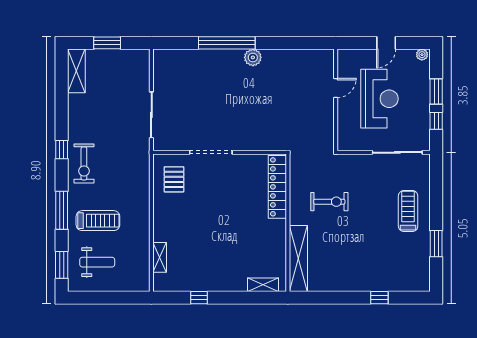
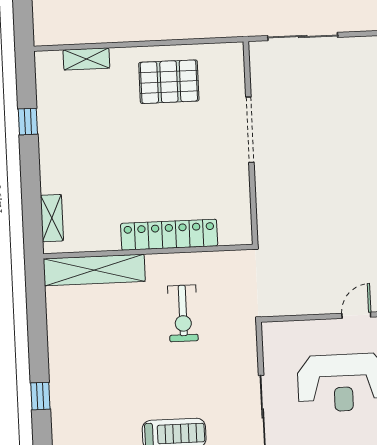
door: (336, 88) -> (356, 315), swing flipped
pallet: (174, 179) -> (169, 82), moved, width x1.50, depth x1.42
locker: (277, 187) -> (169, 235), moved

